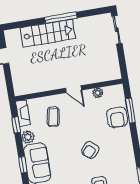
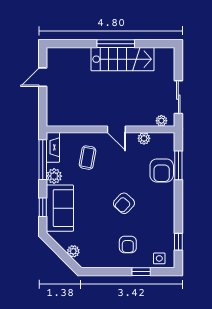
sliding door: (117, 30) -> (178, 97), moved
stairs: (48, 33) -> (123, 59), moved
plant: (110, 76) -> (161, 121), added
window: (16, 125) -> (43, 160), width x2.17

